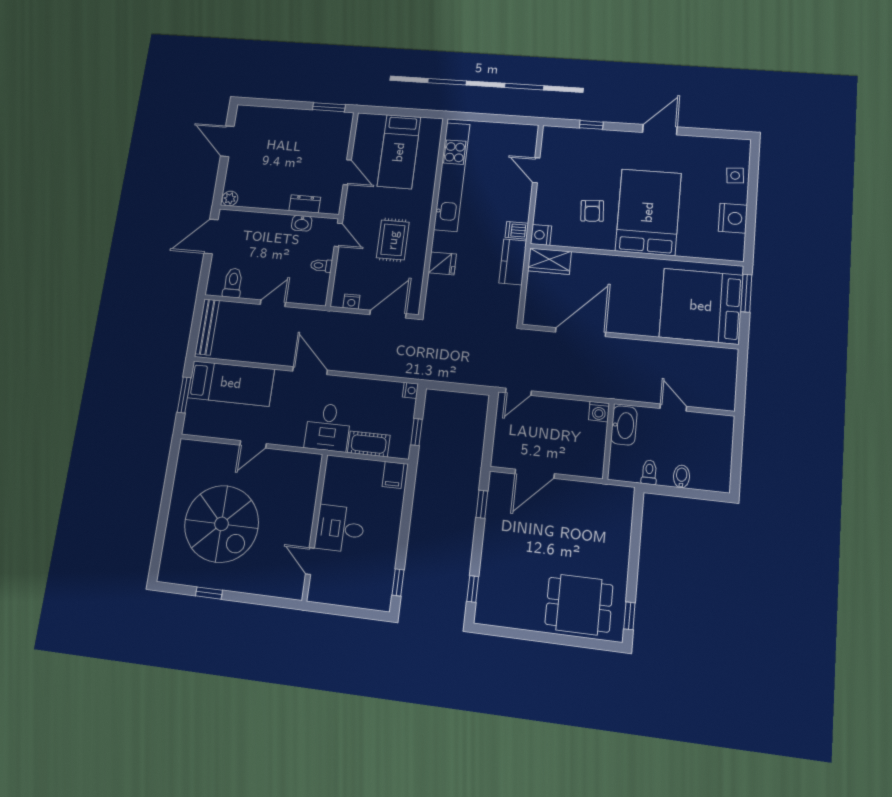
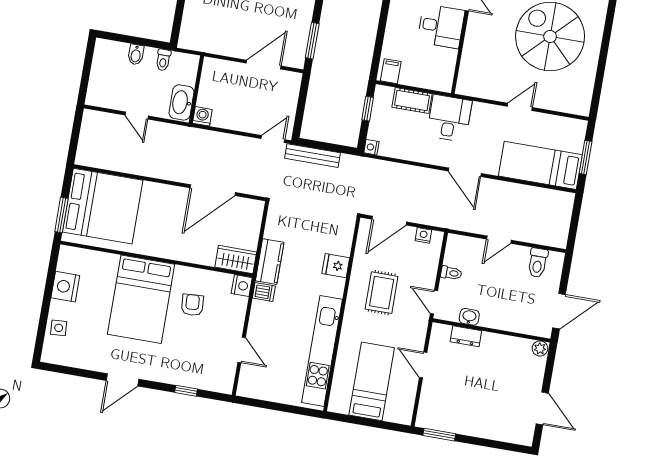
bench: (207, 327) -> (313, 156), moved, turned 90
window: (482, 504) -> (312, 41), width x1.50

